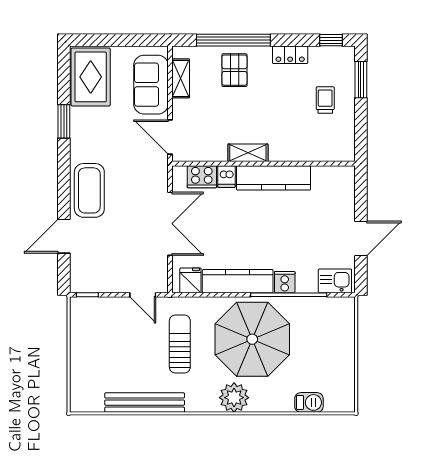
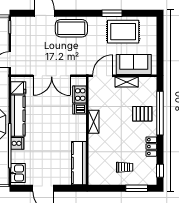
rug: (91, 77) -> (123, 32), moved
shelving: (181, 78) -> (127, 82), moved
kitchen counter: (274, 178) -> (79, 163), moved

